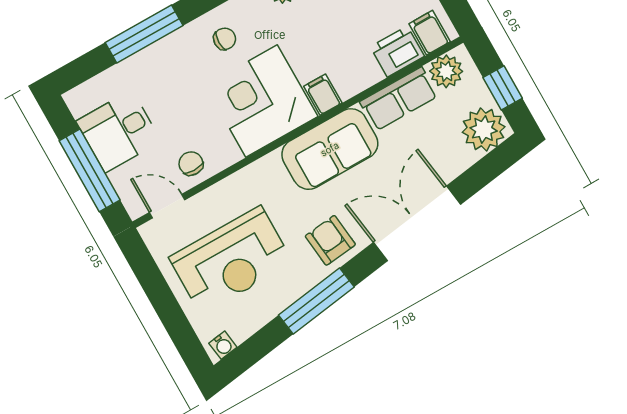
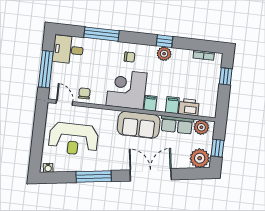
filing cabinet: (430, 33) -> (172, 105), moved
desk: (119, 131) -> (68, 50), moved
armchair: (330, 240) -> (115, 158), removed

